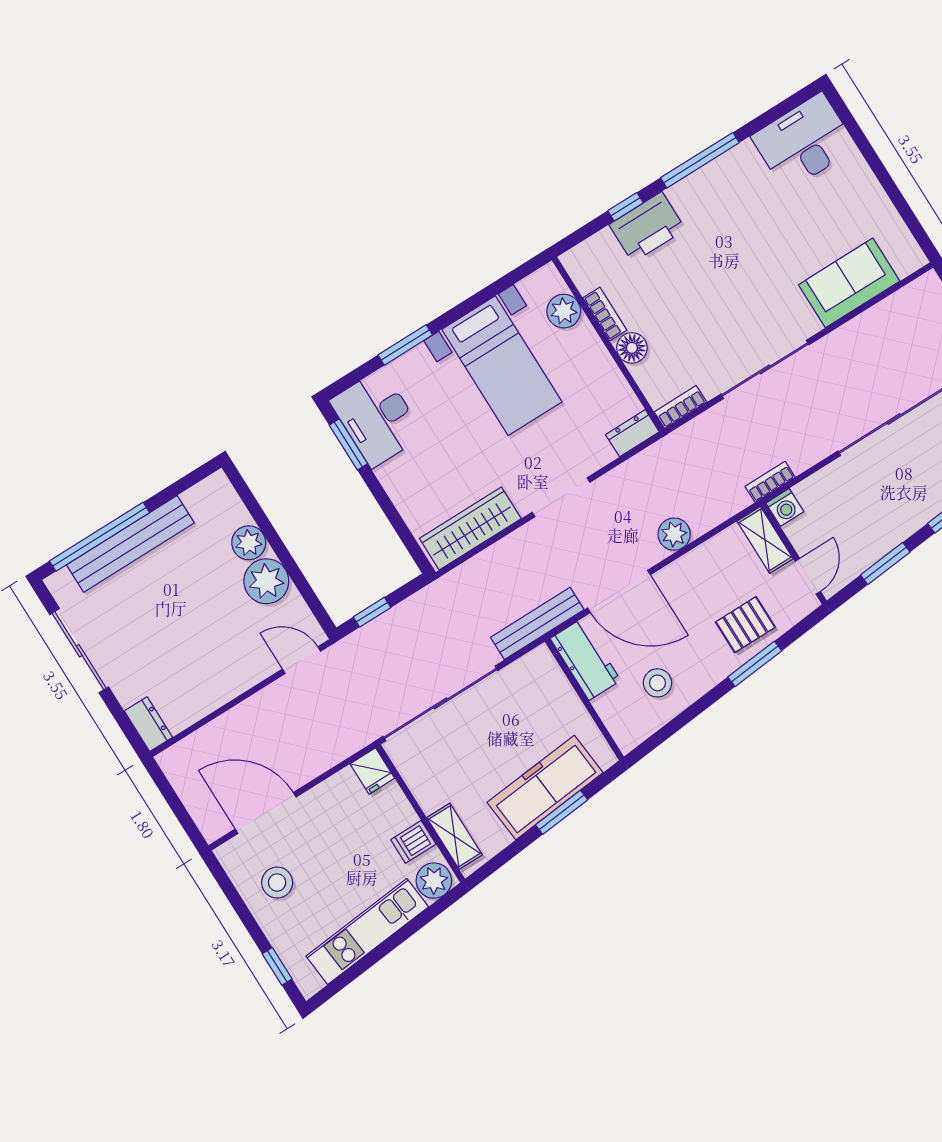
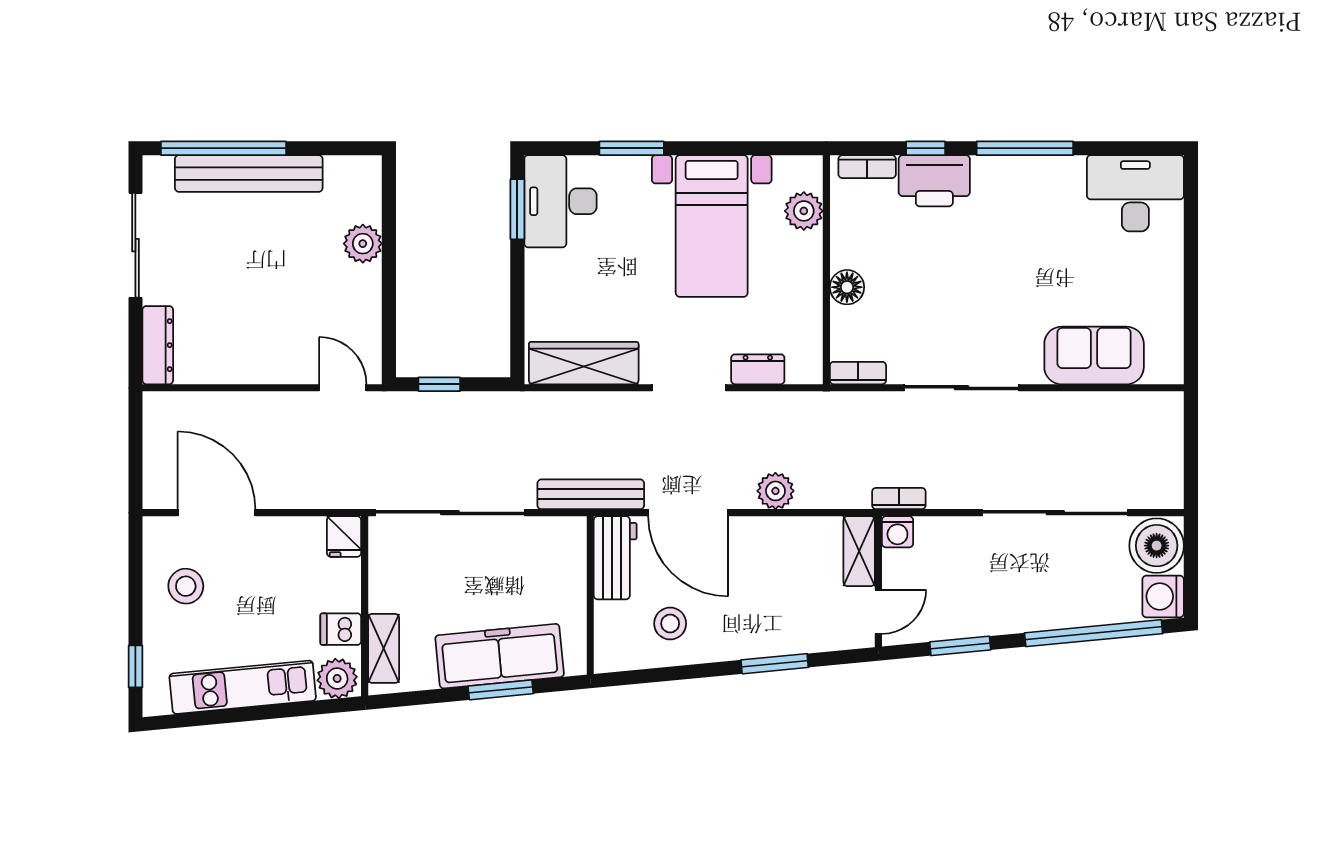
bookcase: (605, 314) -> (867, 167), moved, turned 90
dresser: (632, 433) -> (758, 369), moved
plant: (266, 581) -> (357, 291), removed
pallet: (745, 625) -> (789, 620), removed
dresser: (148, 724) -> (158, 345), width x1.44

